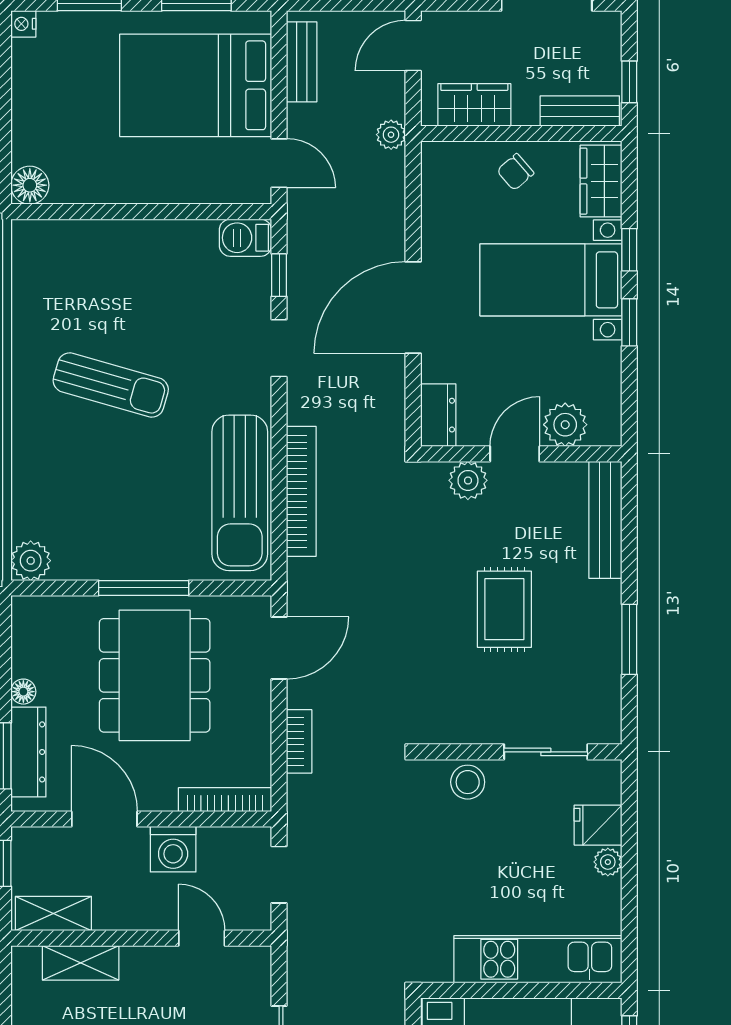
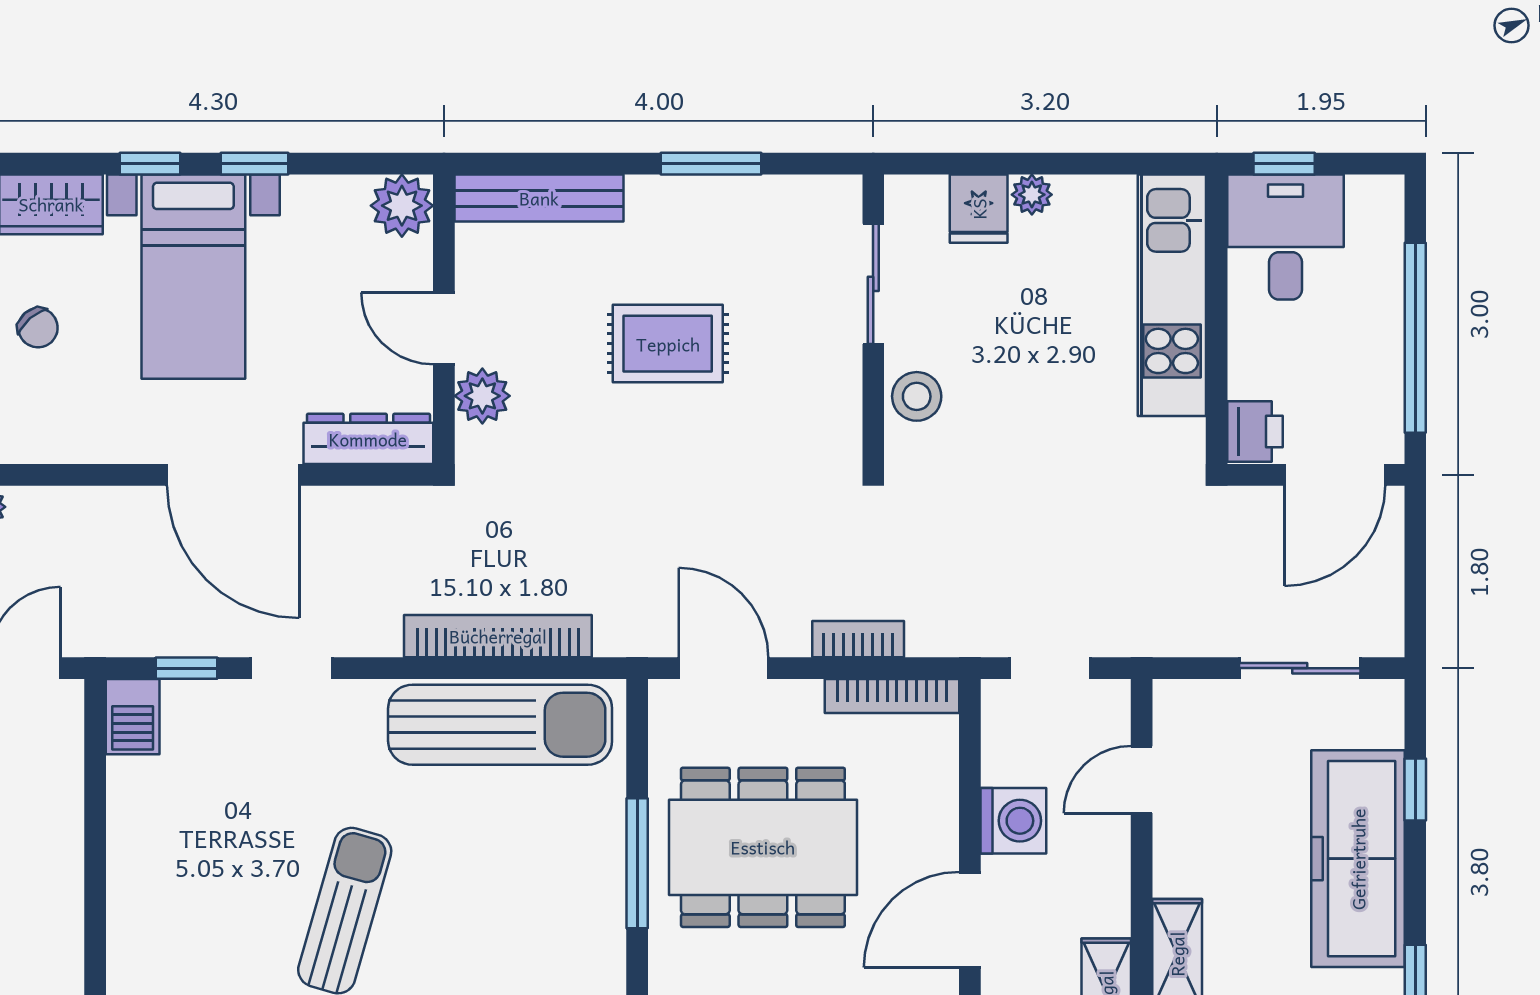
dresser: (438, 415) -> (368, 439), width x1.44
plant: (565, 425) -> (402, 206), moved
bookcase: (225, 800) -> (892, 696), moved, turned -90

